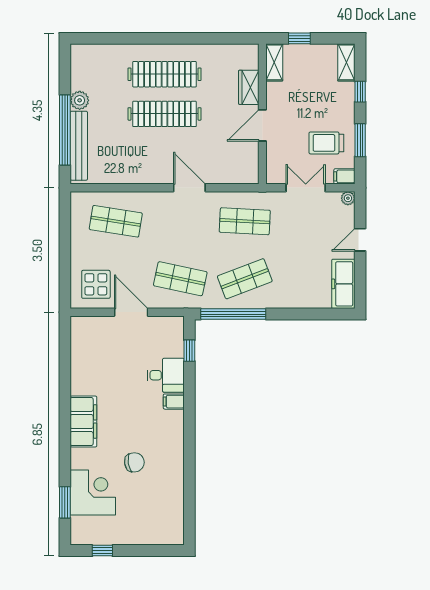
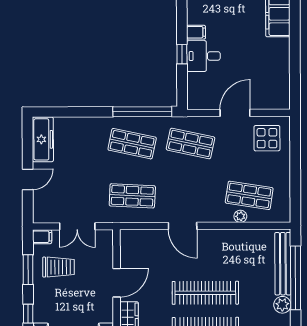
plant: (348, 198) -> (240, 216), moved
shop shelf: (245, 279) -> (132, 144), turned 33
door: (131, 312) -> (235, 113), swing flipped
window: (189, 351) -> (182, 54), moved

